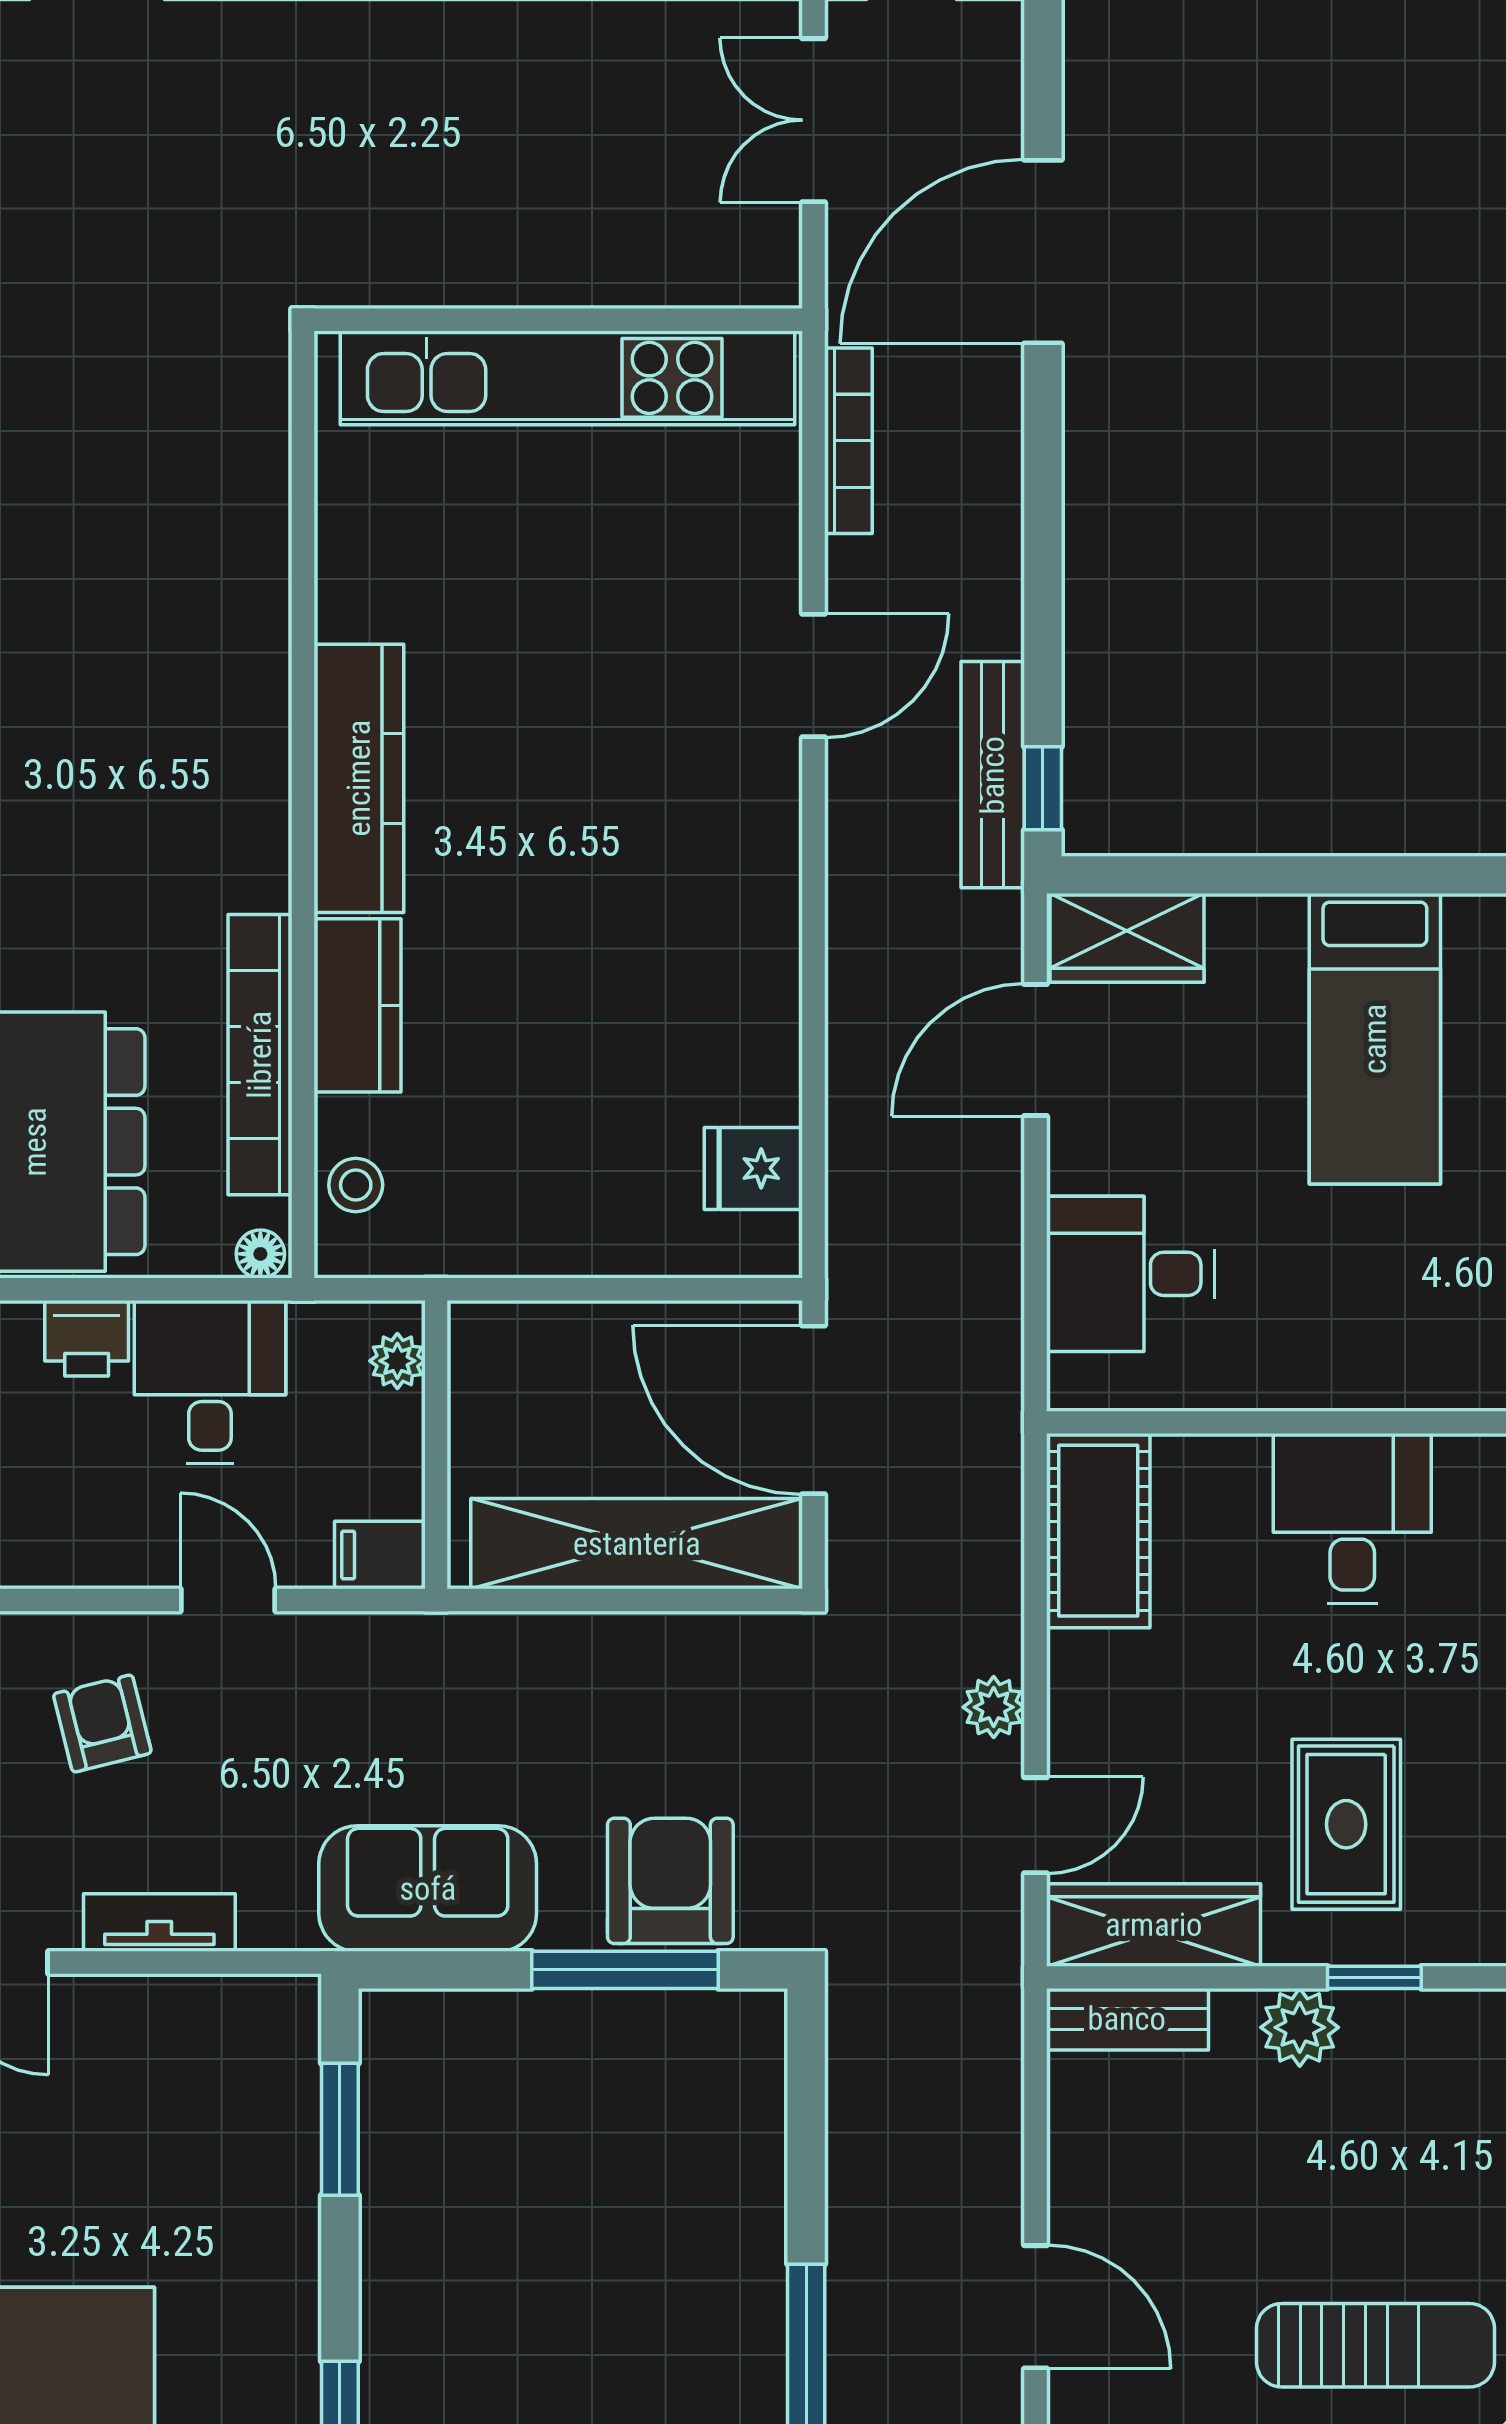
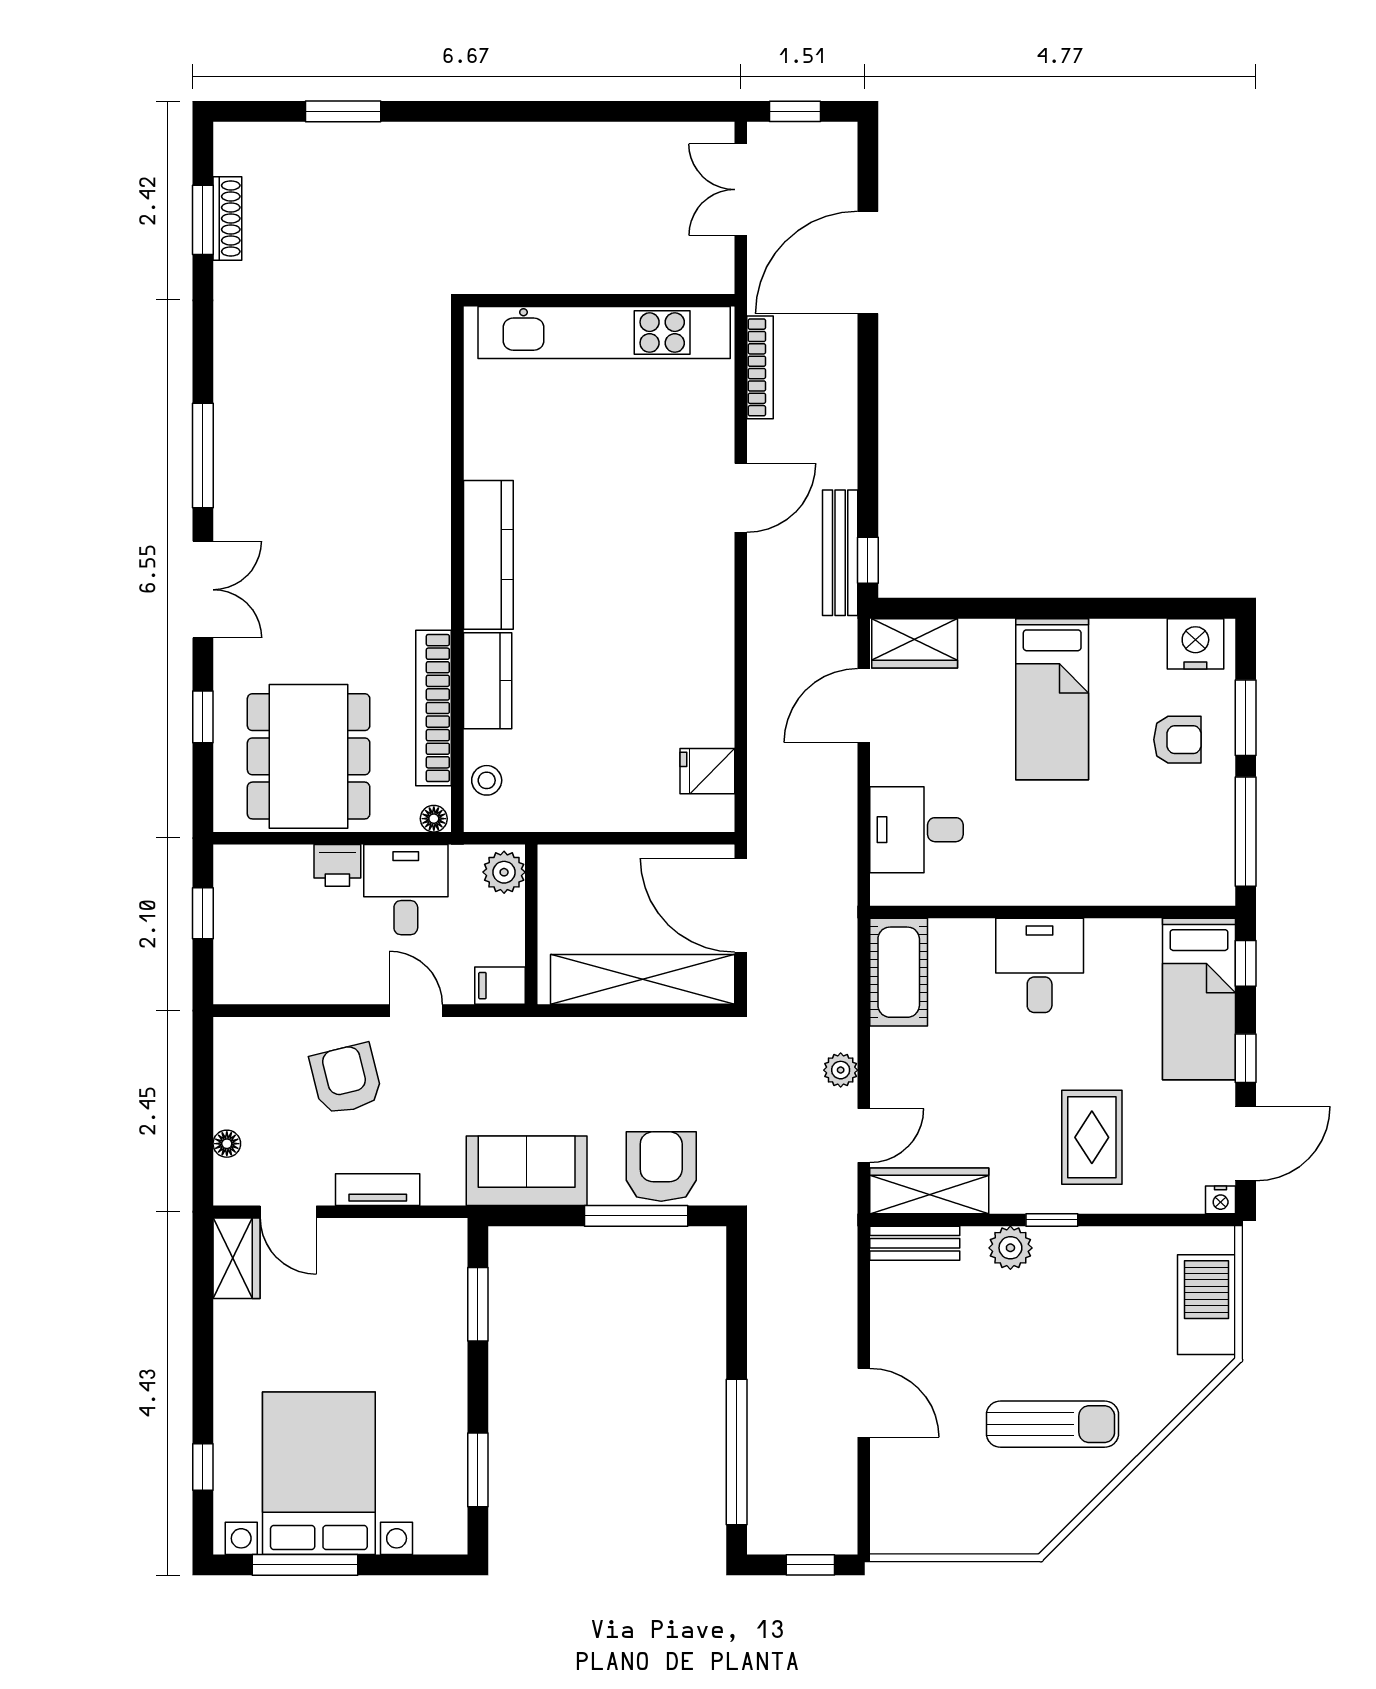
plant: (397, 1361) -> (504, 872), width x1.38, depth x1.38
armchair: (102, 1723) -> (346, 1079), width x1.38, depth x1.38
rug: (1346, 1824) -> (1092, 1137), moved

